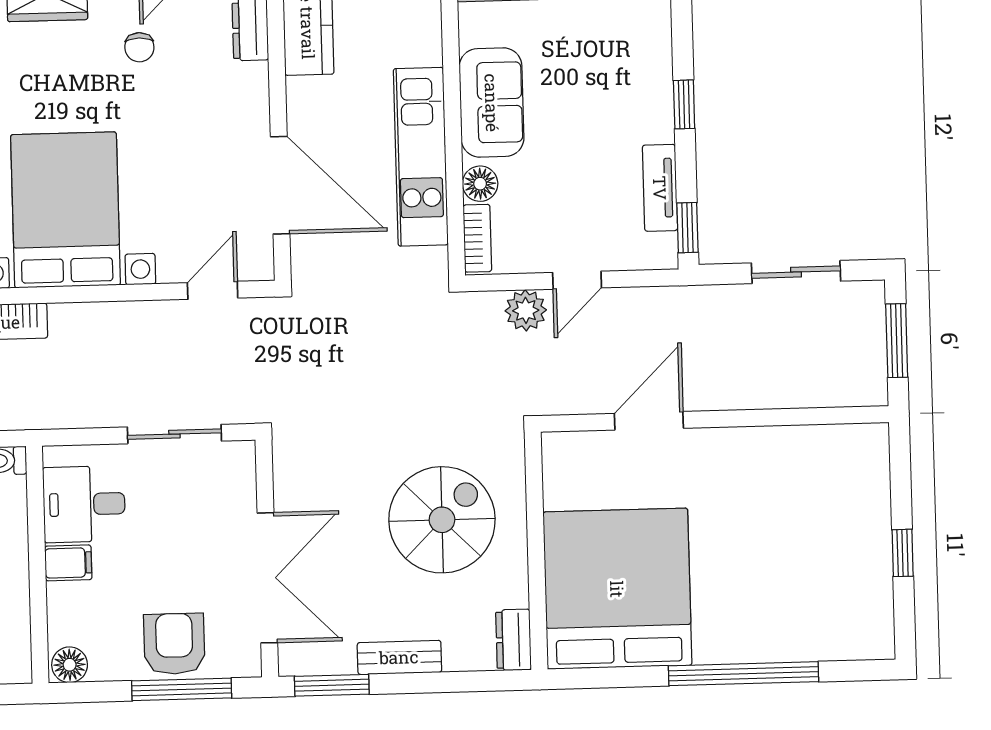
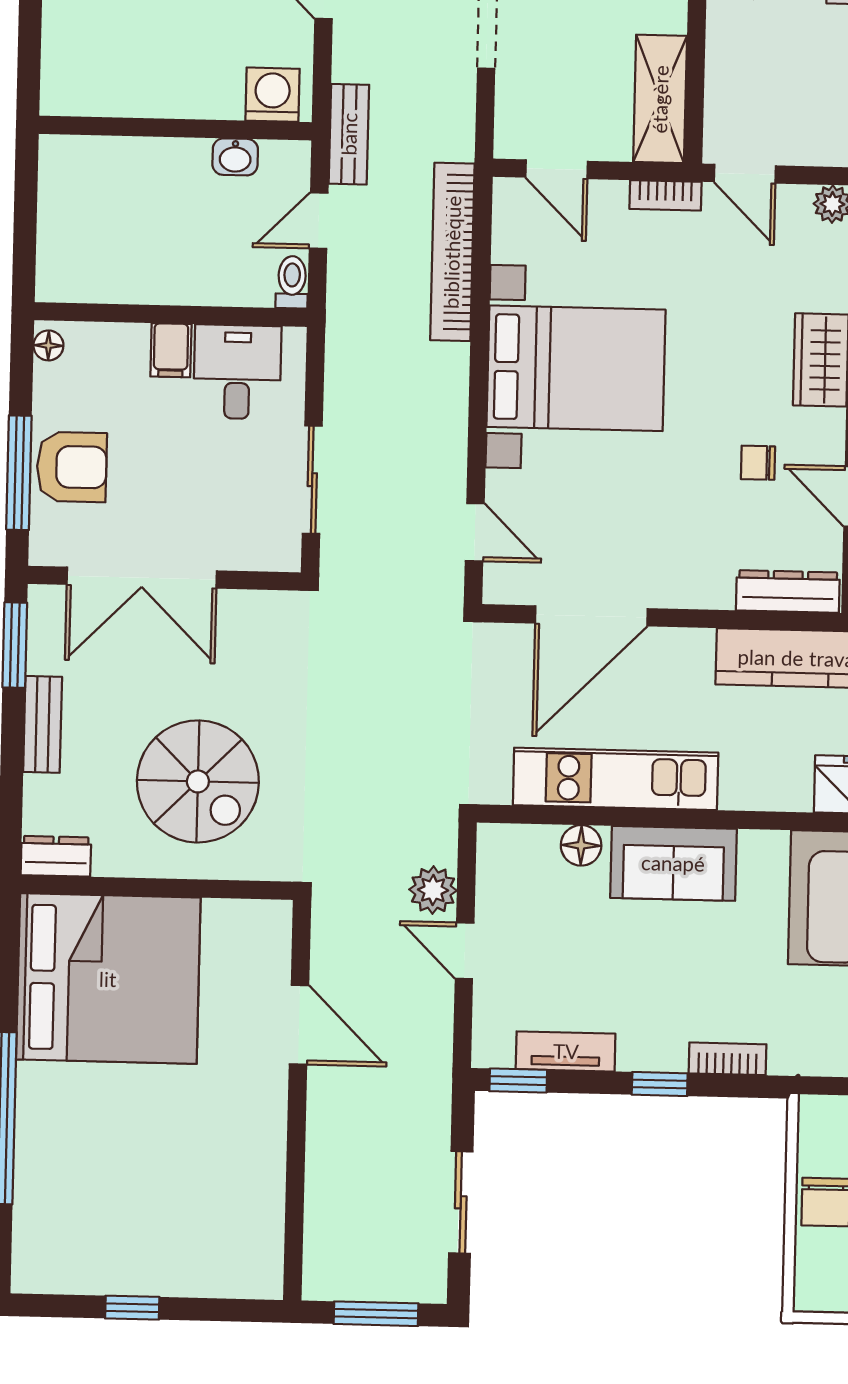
bookcase: (477, 238) -> (728, 1059), moved, turned 180
floor lamp: (70, 665) -> (48, 345), width x0.73, depth x0.73

